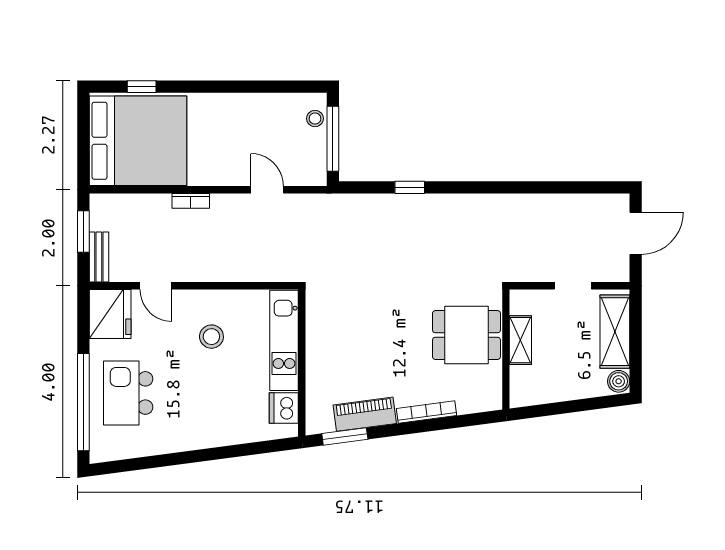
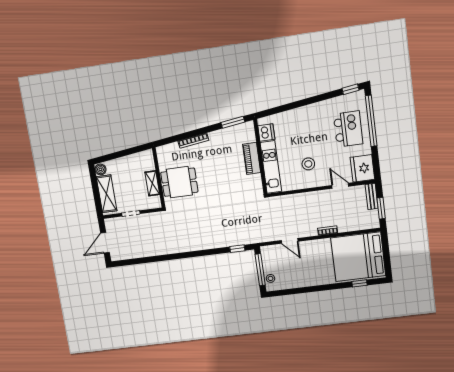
window: (410, 187) -> (237, 249), moved
piano: (365, 414) -> (252, 158), moved, turned 98
window: (115, 467) -> (350, 89), added

